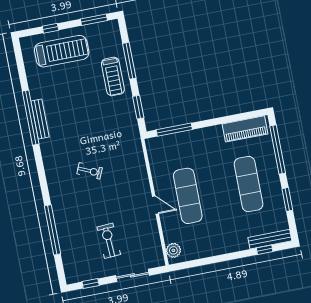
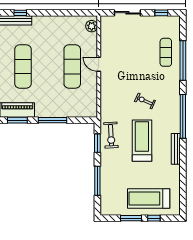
window: (94, 20) -> (131, 218), moved
treadmill: (113, 76) -> (142, 141), moved, width x1.37, depth x1.38
window: (243, 116) -> (17, 120), added
window: (31, 118) -> (183, 116), moved
window: (174, 130) -> (52, 120), moved
exercise mat: (75, 236) -> (166, 52), added
exercise bike: (109, 241) -> (111, 135), moved

